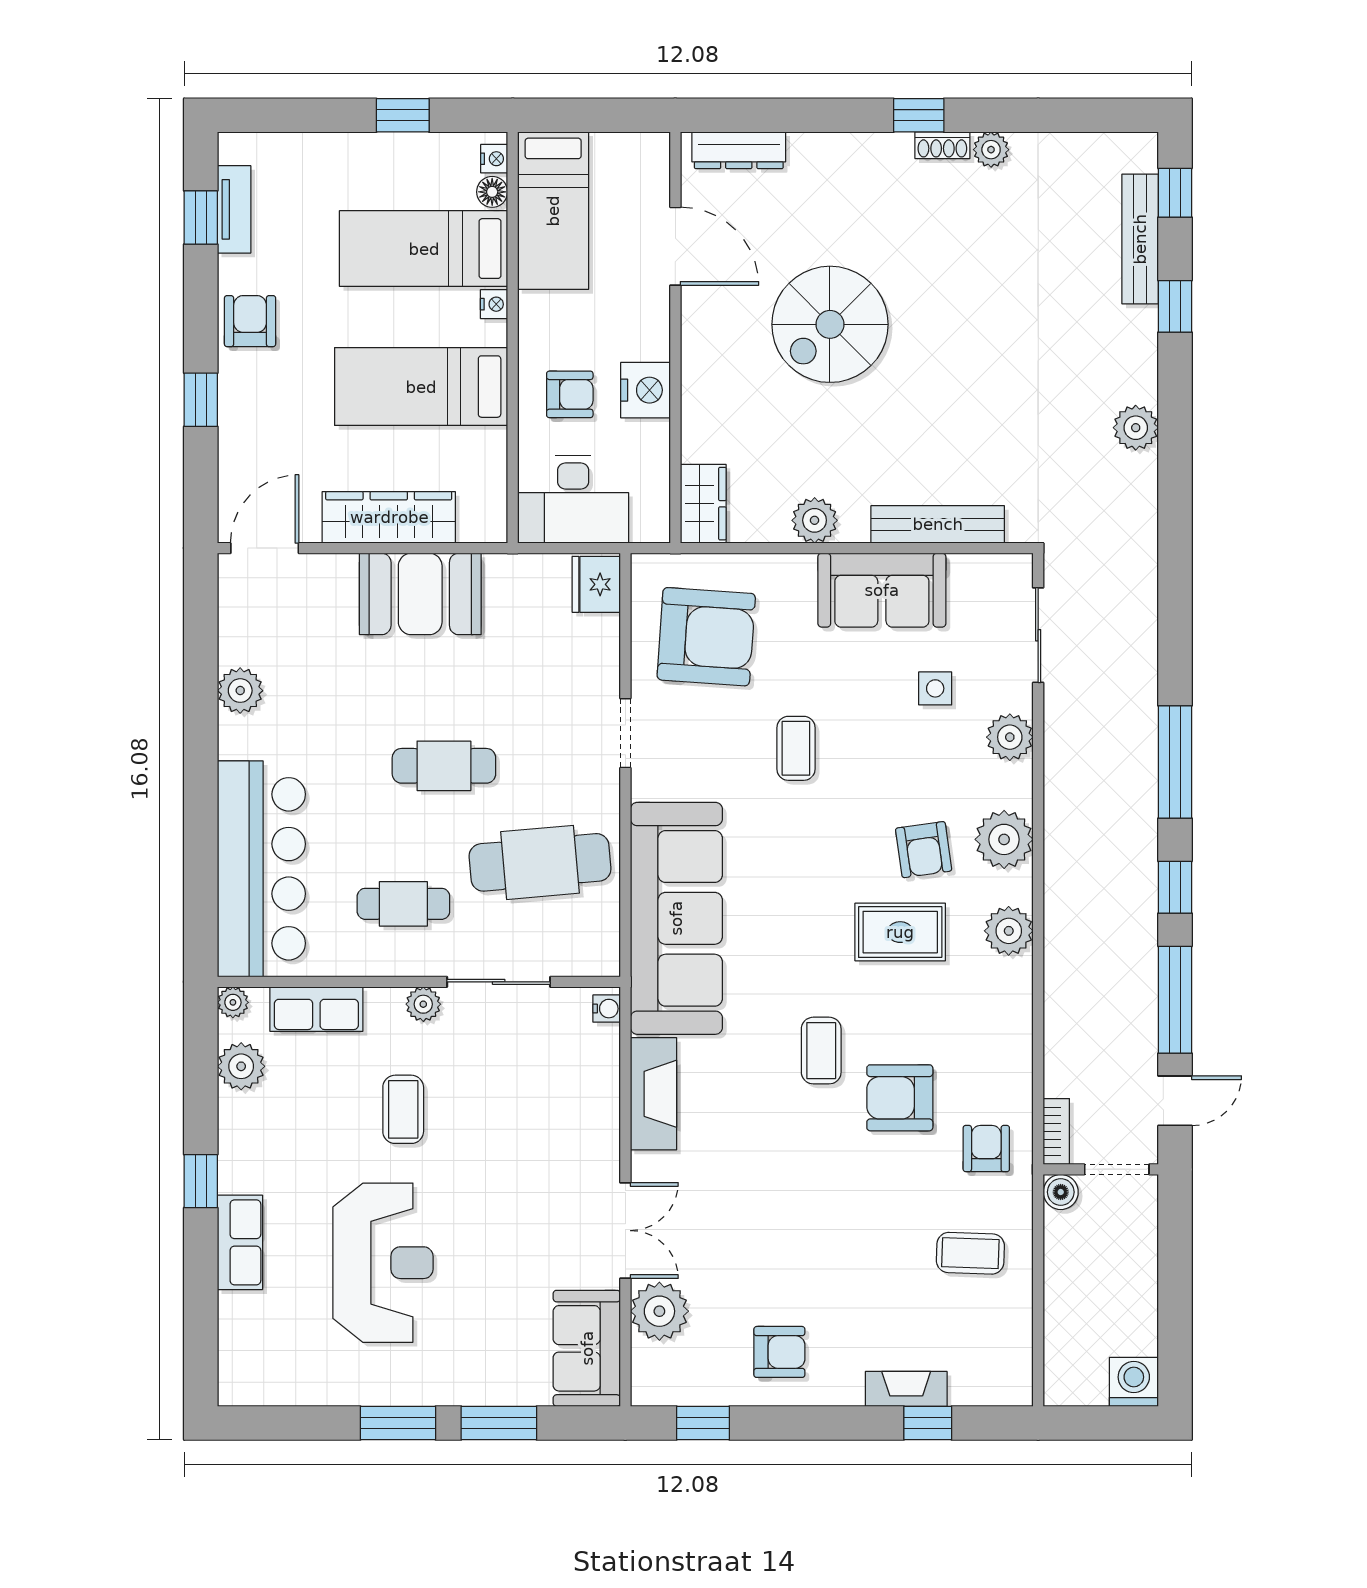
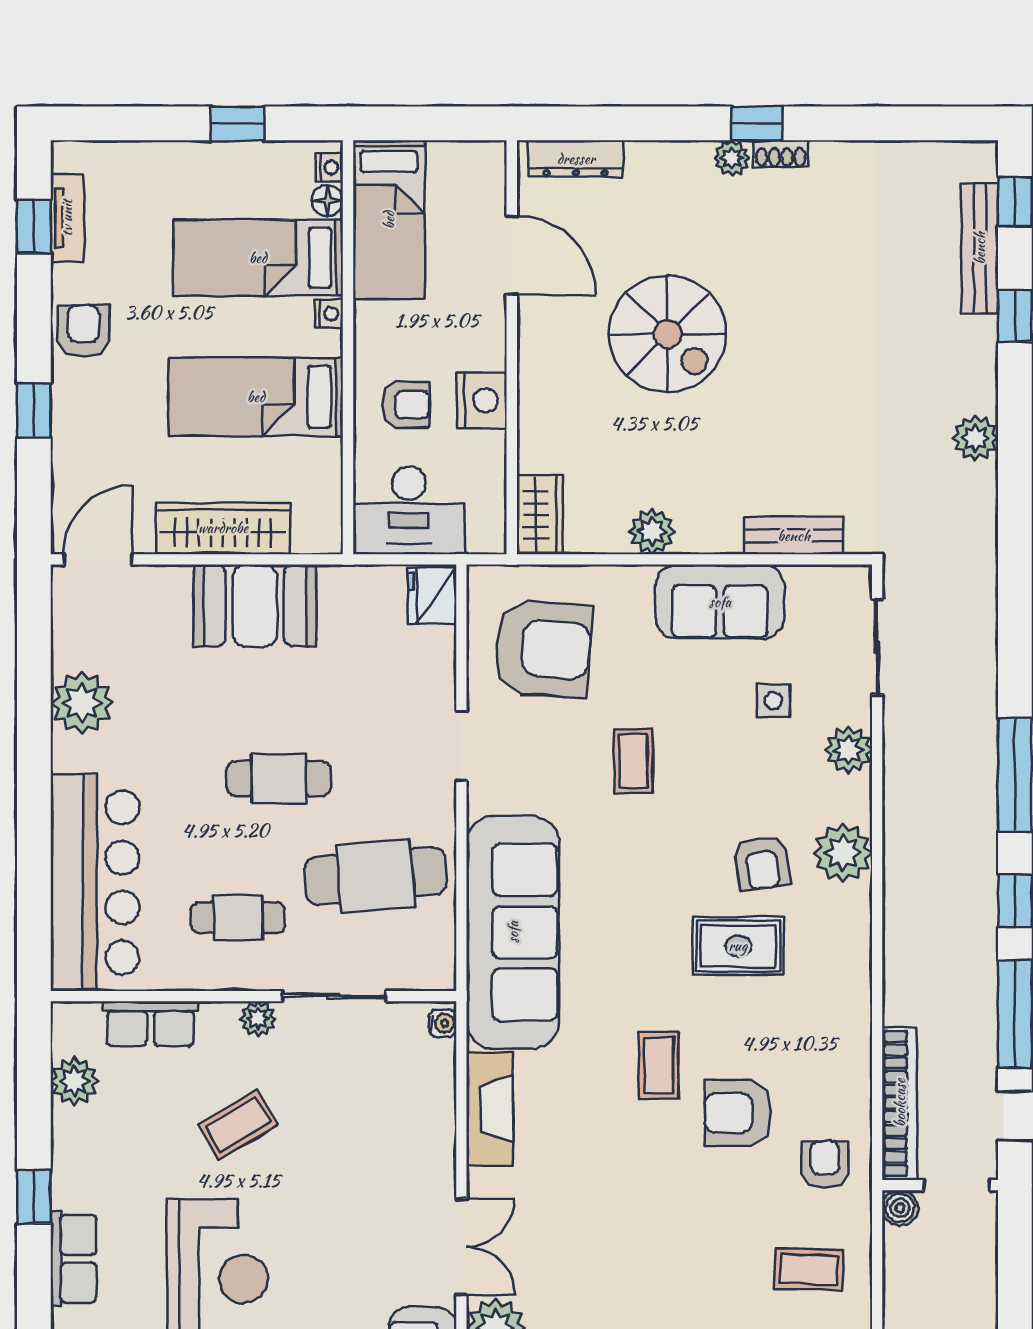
plant: (991, 150) -> (732, 158), moved
spiral stairs: (830, 324) -> (668, 334), turned -90
bench: (938, 524) -> (794, 536), width x0.73
plant: (240, 691) -> (82, 703), width x1.36, depth x1.36
plant: (1009, 931) -> (848, 945), removed
plant: (233, 1002) -> (66, 1017), removed
coffee table: (403, 1109) -> (238, 1125), turned 59
bookcase: (1056, 1132) -> (900, 1103), width x2.31, depth x1.31

